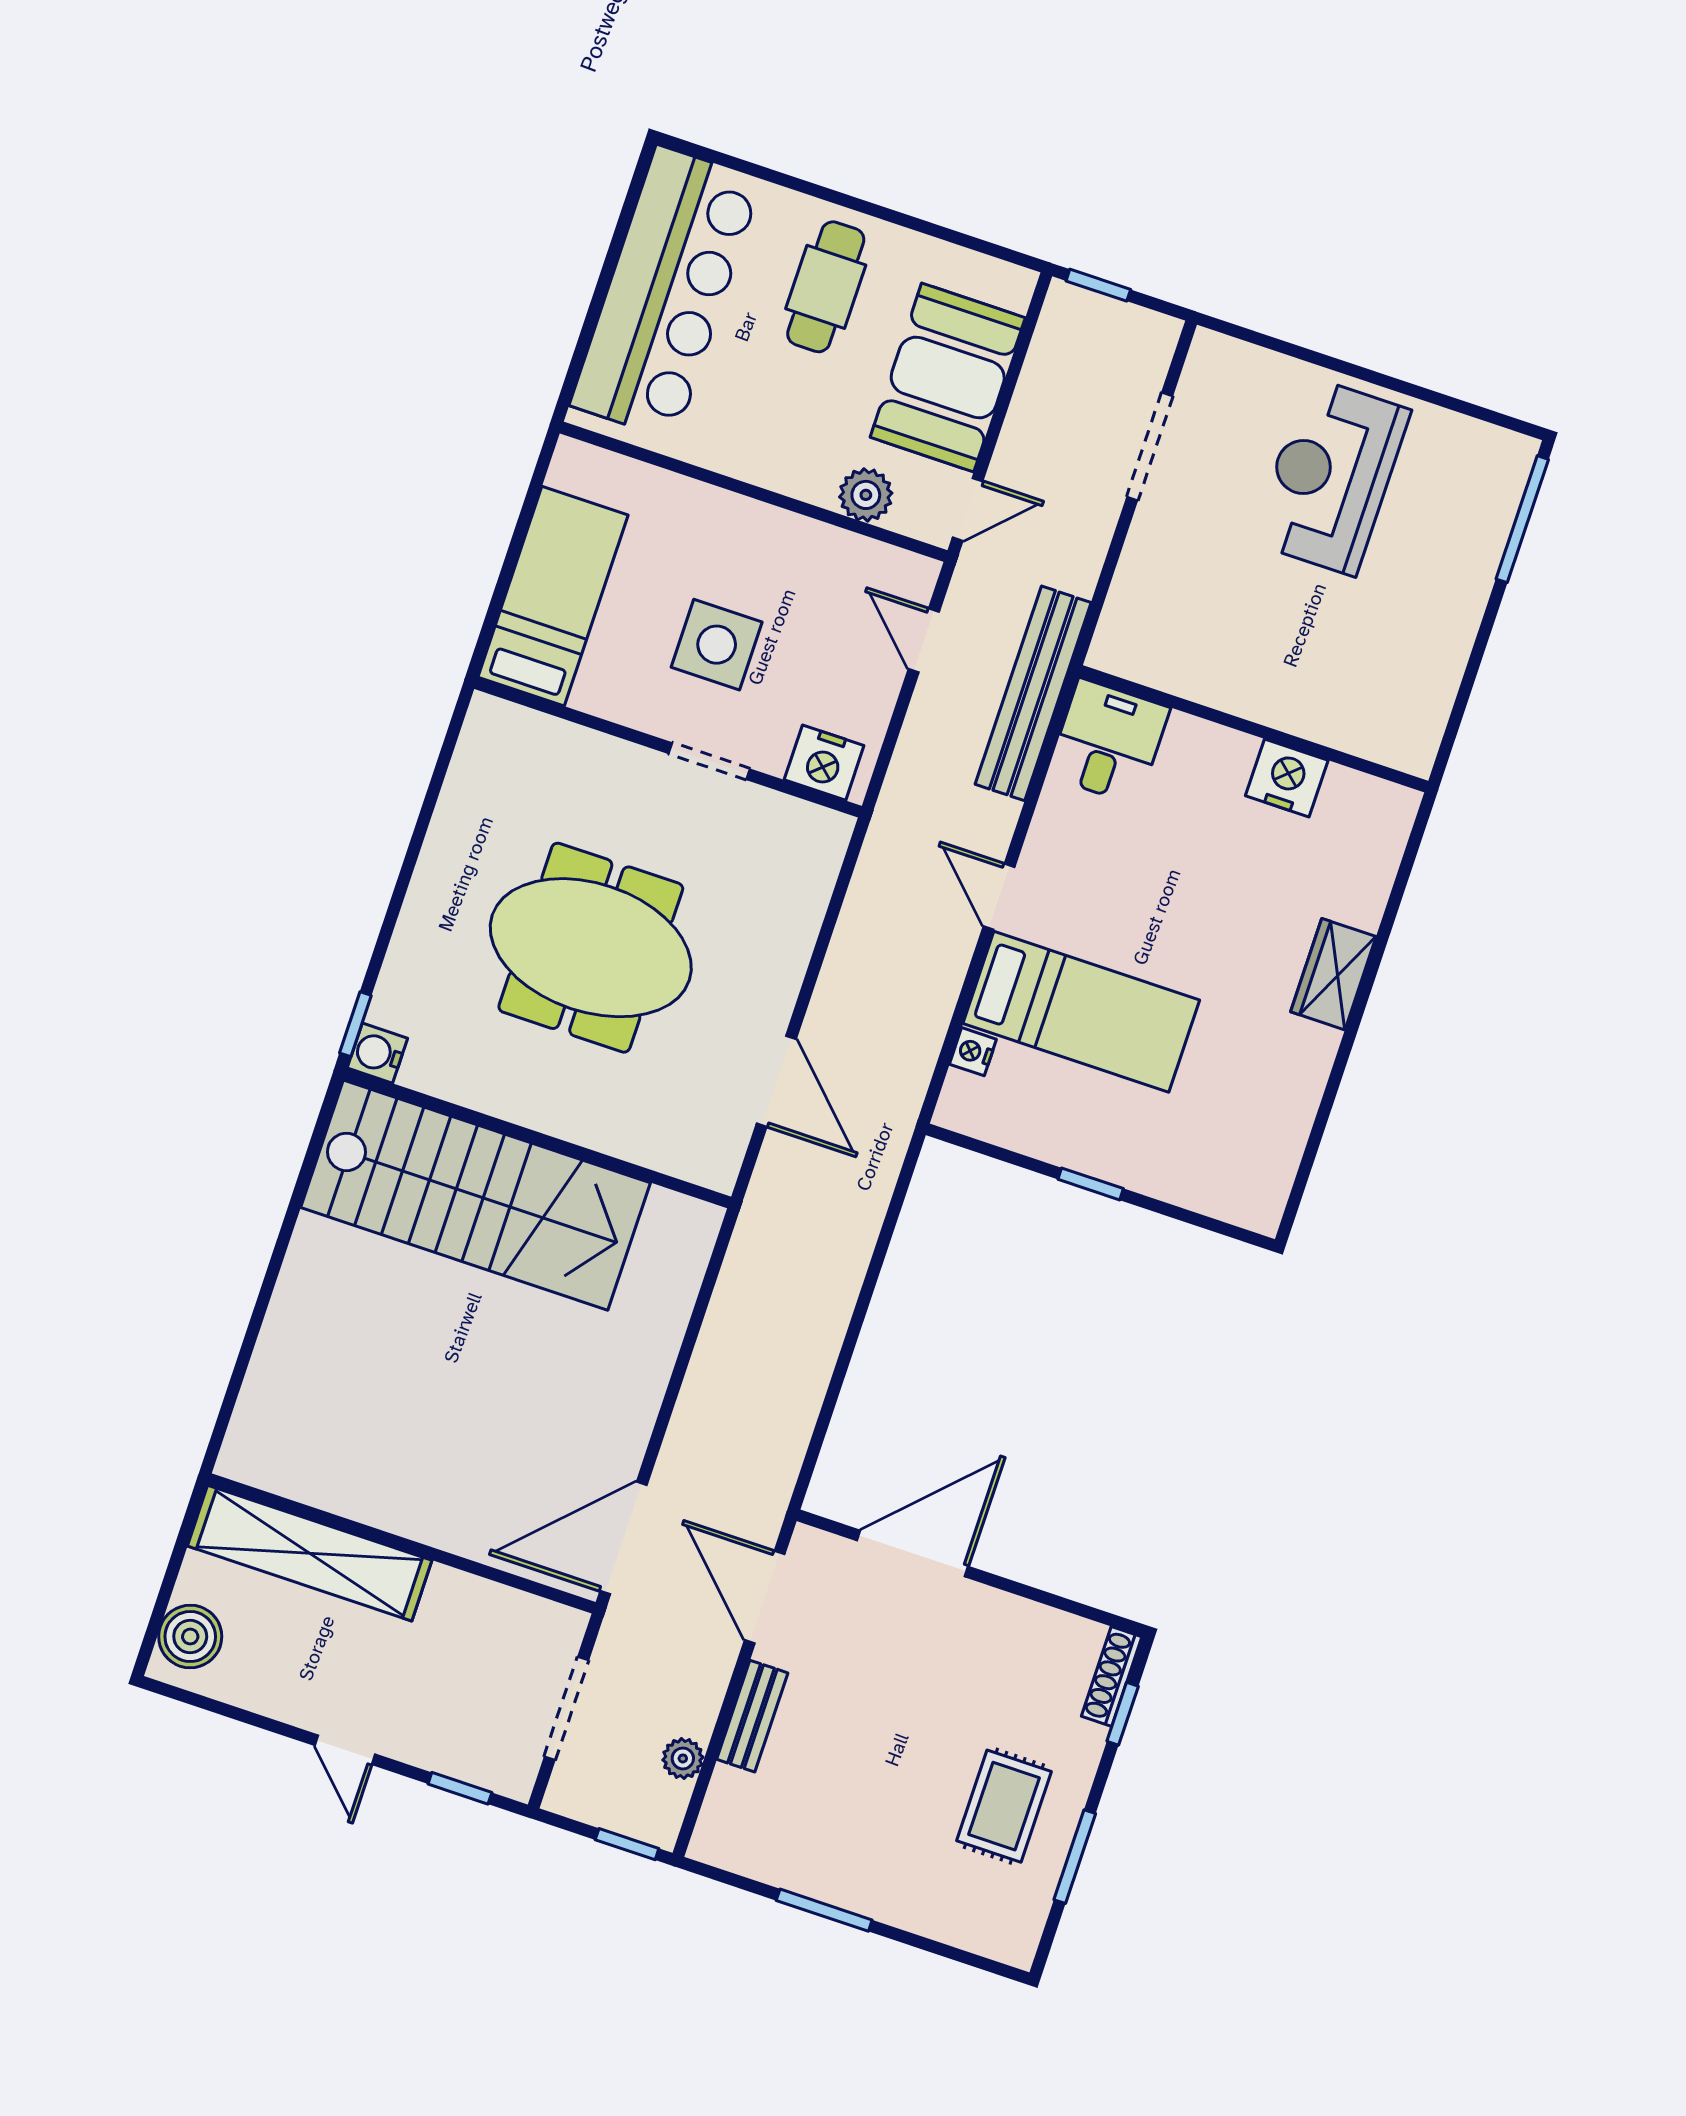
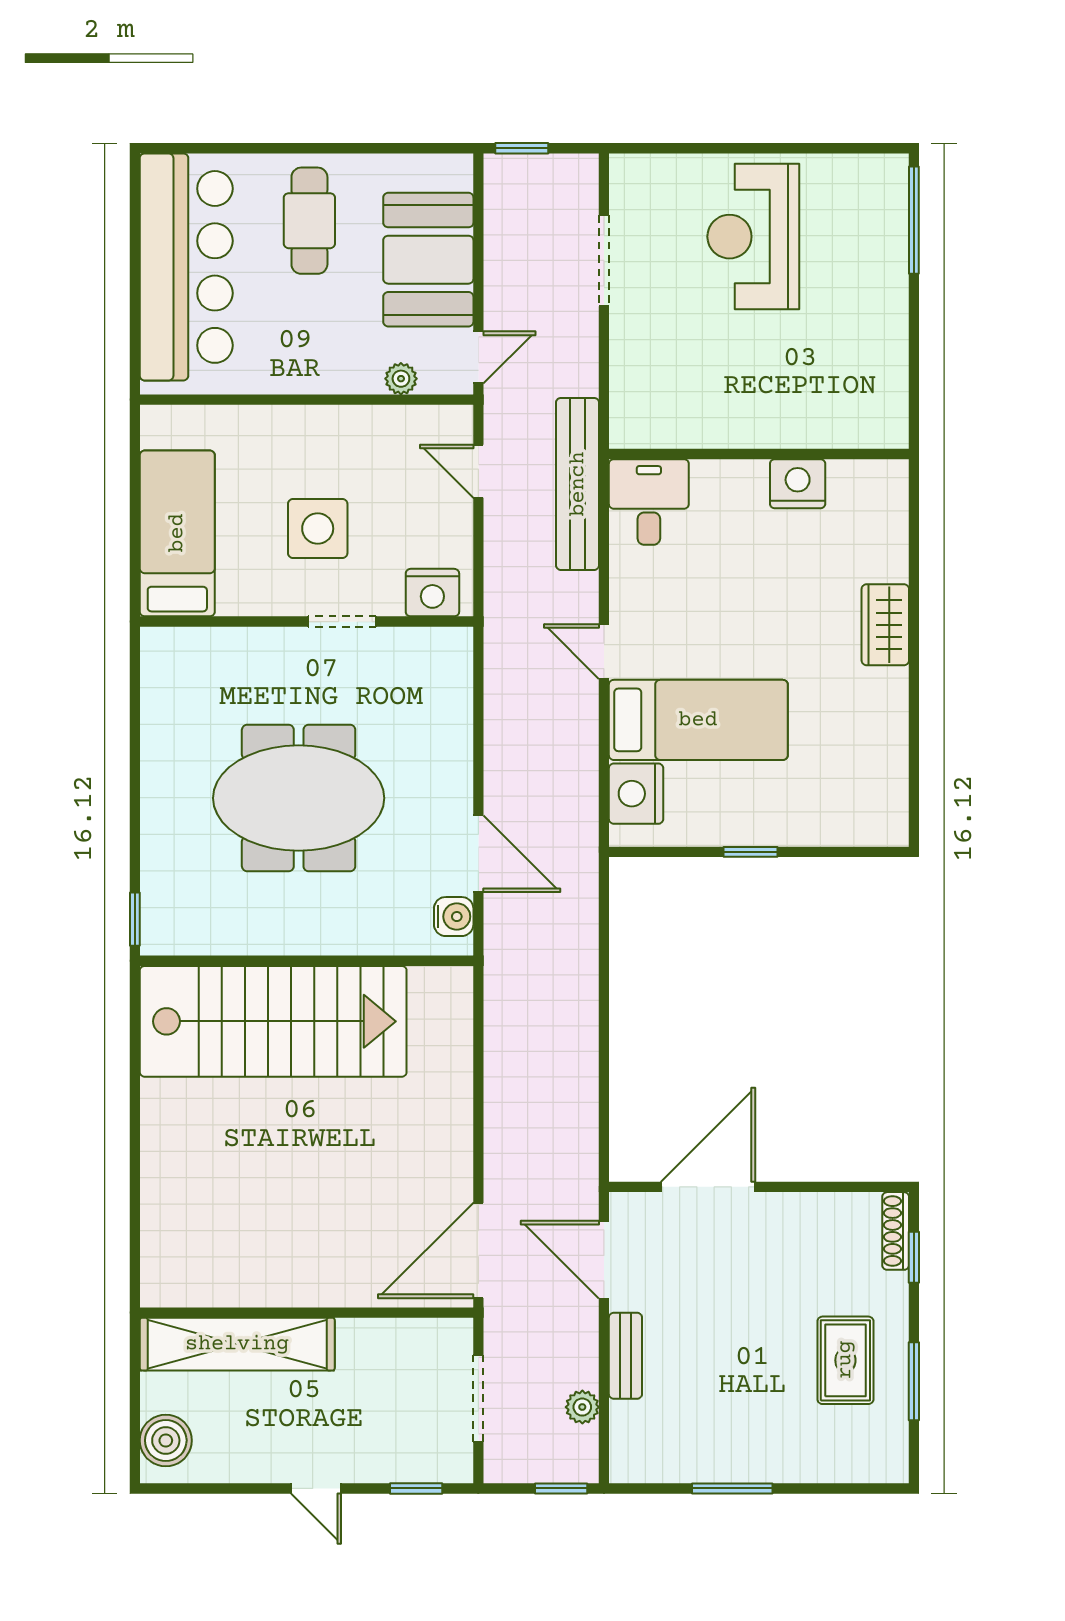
plant: (866, 495) -> (401, 379), width x0.73, depth x0.73
nightstand: (973, 1052) -> (636, 794), width x1.89, depth x1.79
water cooler: (377, 1053) -> (454, 917), moved, turned 180

